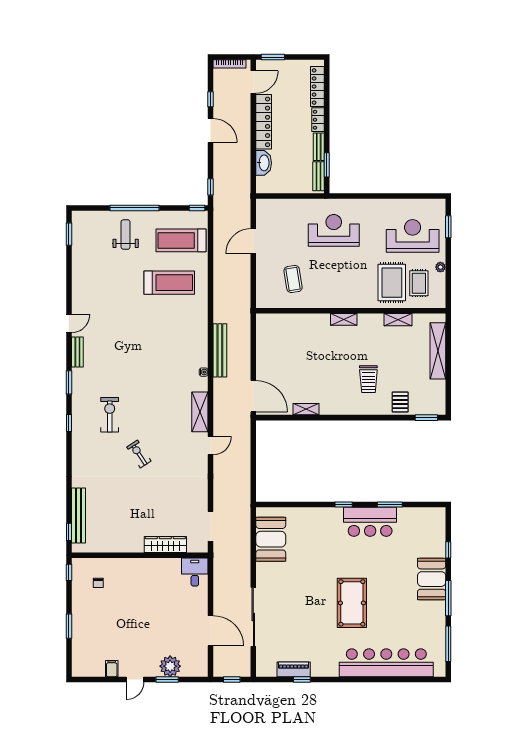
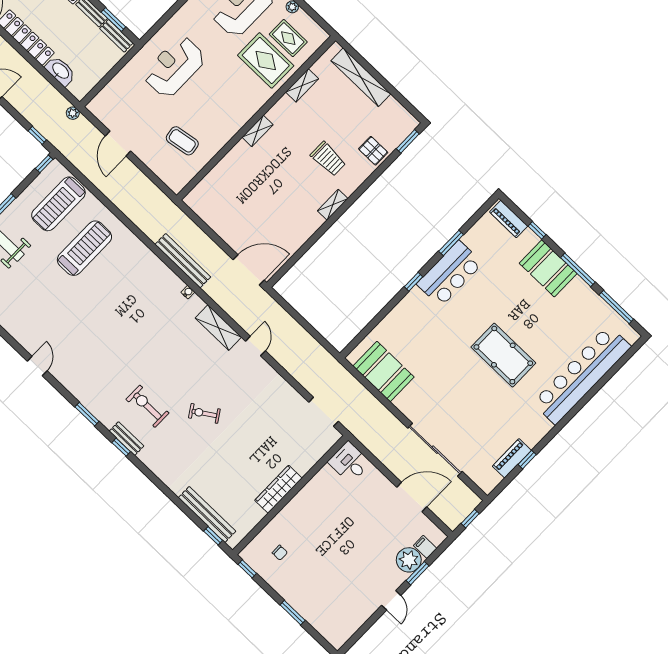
plant: (245, 195) -> (73, 113), added
bench: (77, 352) -> (127, 439), moved
shelving: (306, 409) -> (333, 205), moved
piano: (438, 526) -> (509, 219), added
wardrobe: (165, 544) -> (278, 489), moved
filing cabinet: (112, 669) -> (425, 547), moved

